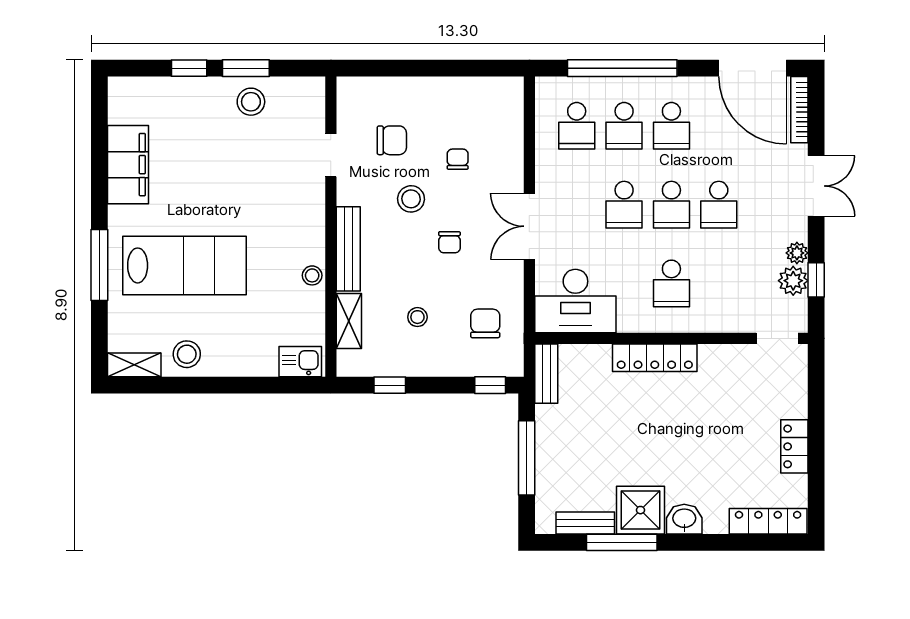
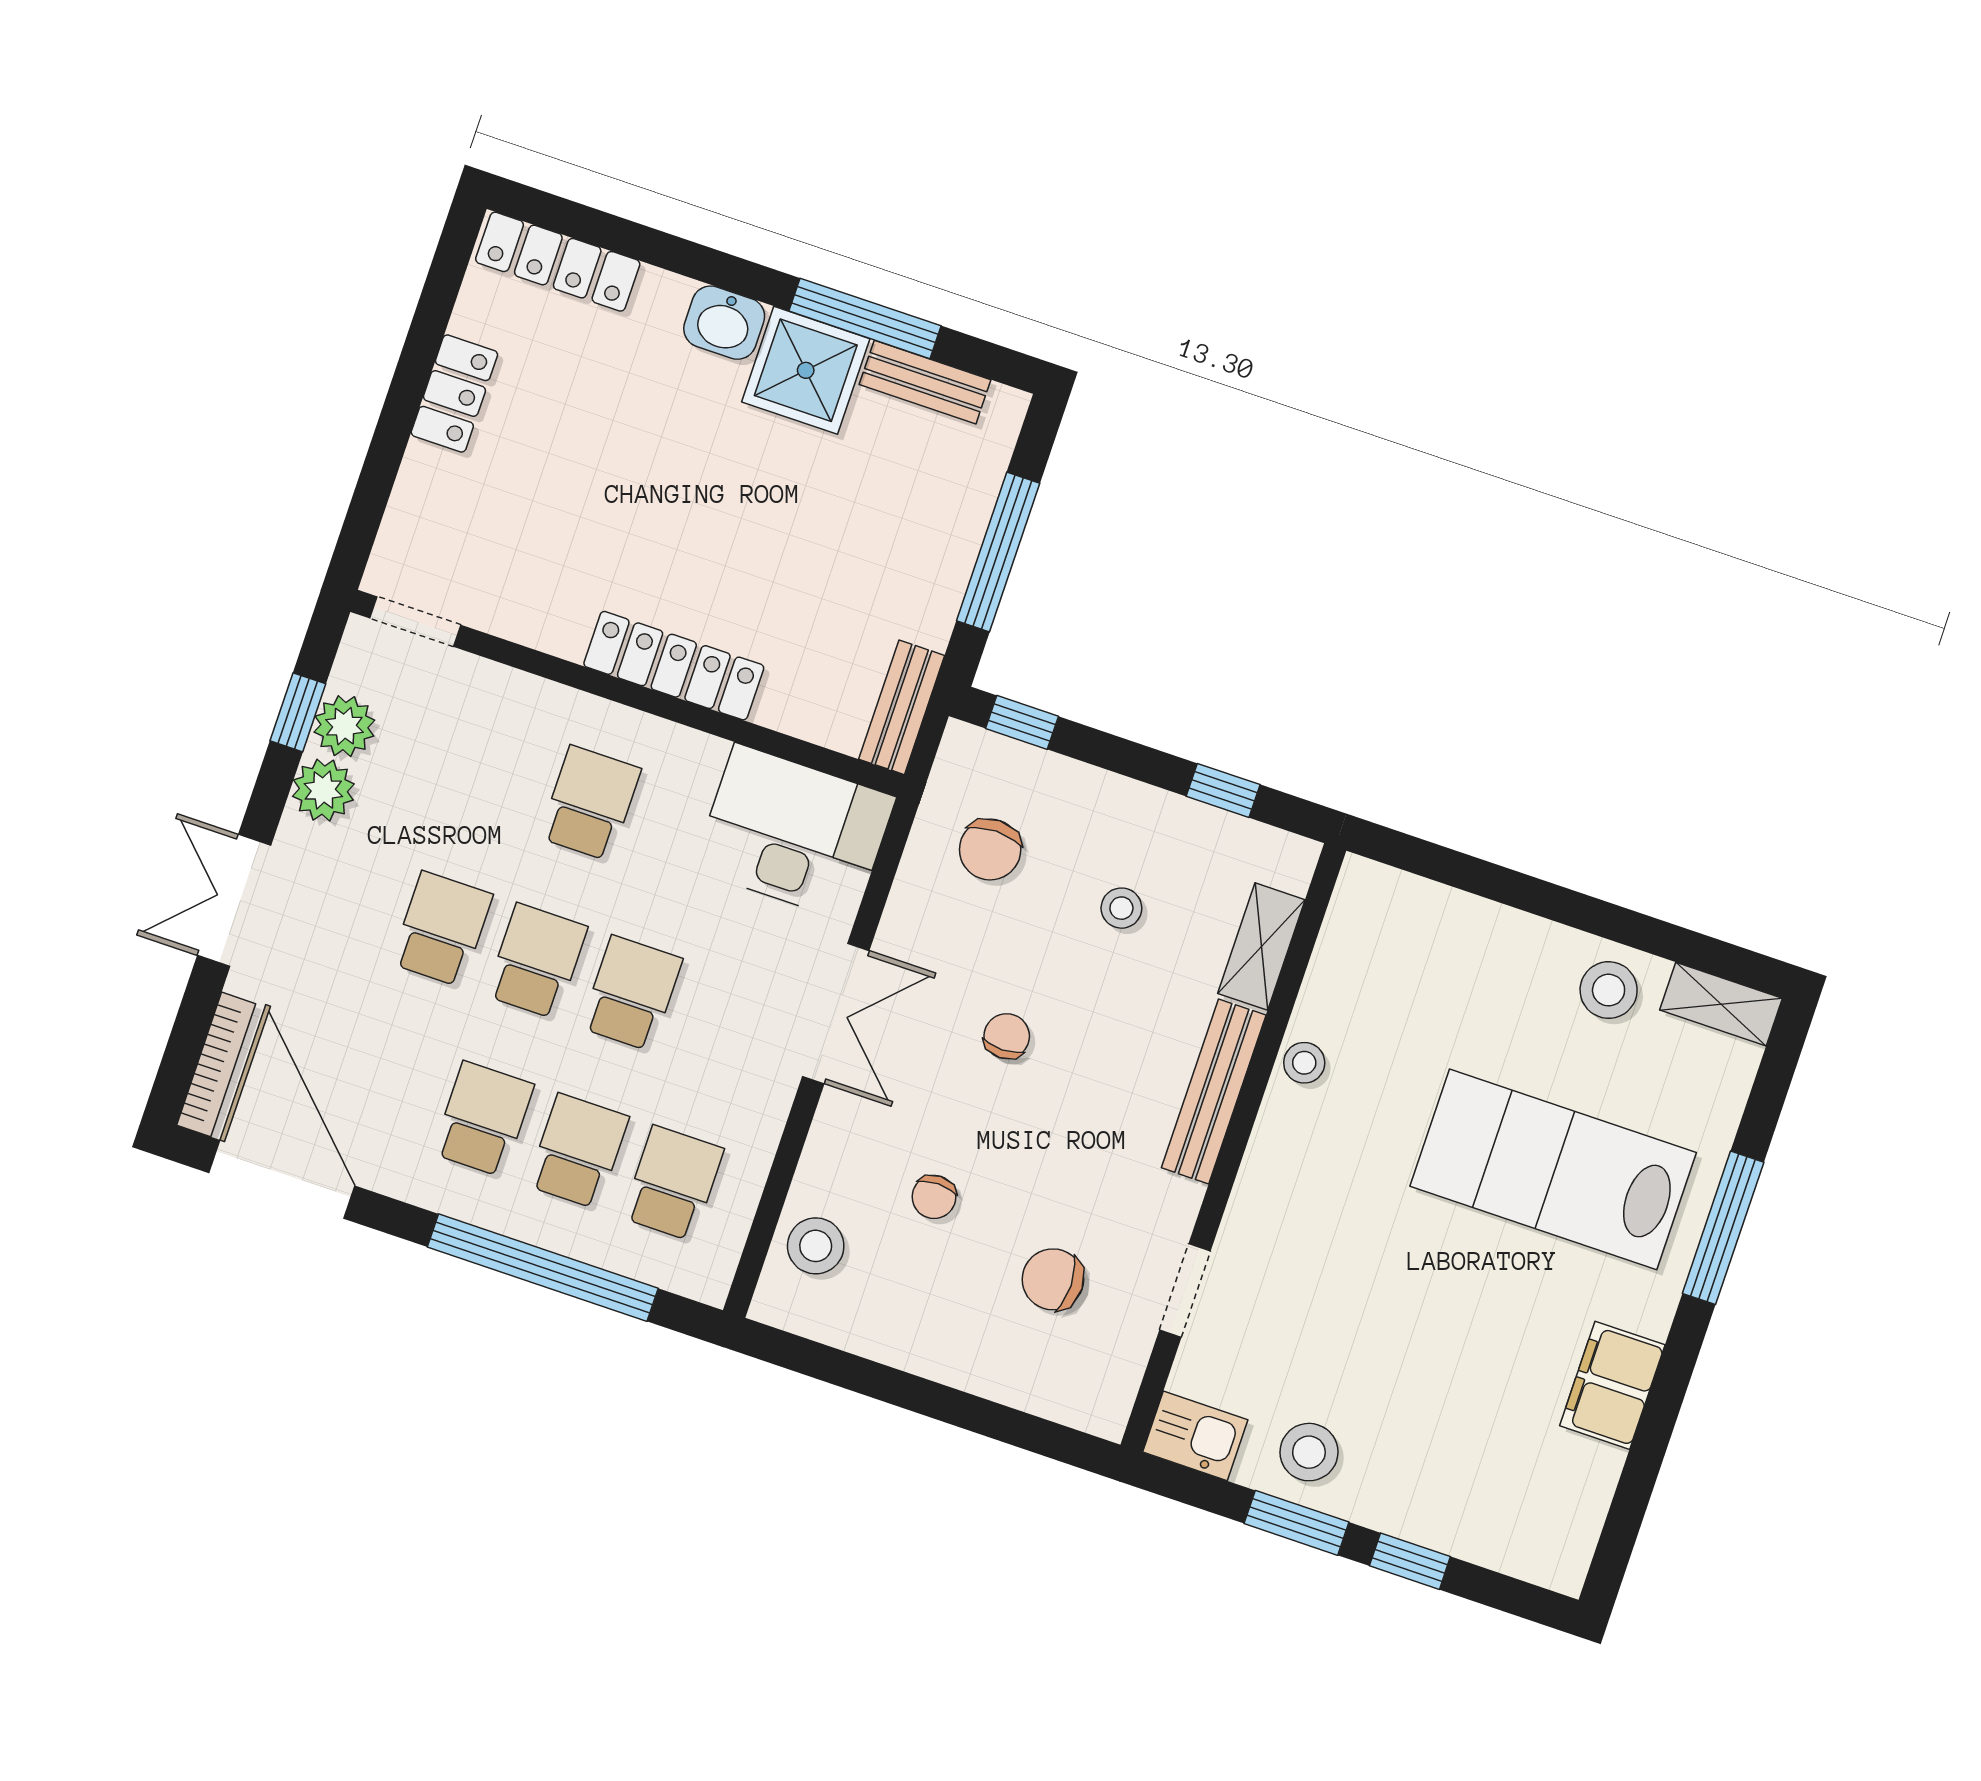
filing cabinet: (128, 165) -> (1612, 1385), width x0.67, depth x0.86
stool: (411, 199) -> (816, 1246), moved
plant: (797, 253) -> (323, 790), width x1.38, depth x1.38
kitchen sink: (300, 362) -> (1195, 1436), moved, turned 180

